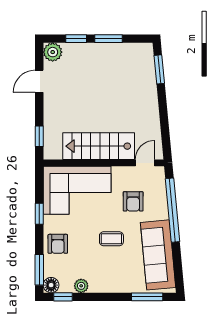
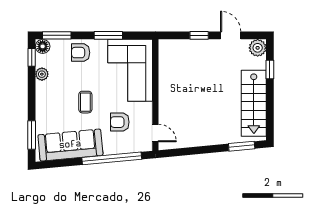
window: (109, 39) -> (270, 99), removed
window: (39, 136) -> (199, 35), moved
stairs: (99, 146) -> (254, 103), moved, turned 180
window: (39, 214) -> (108, 35), width x1.50

